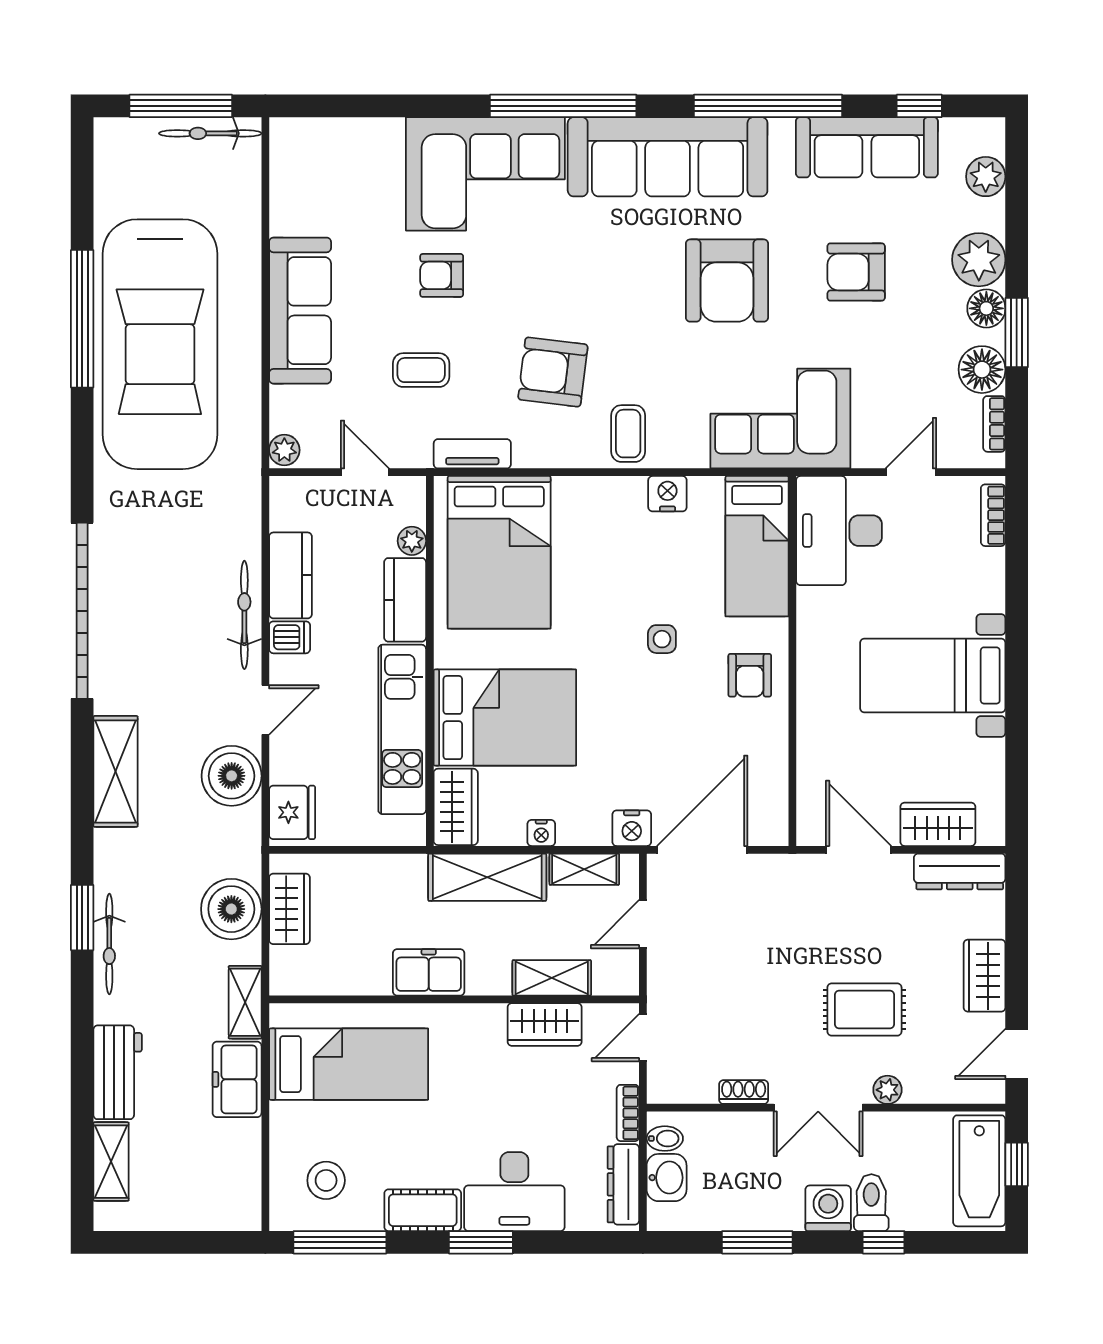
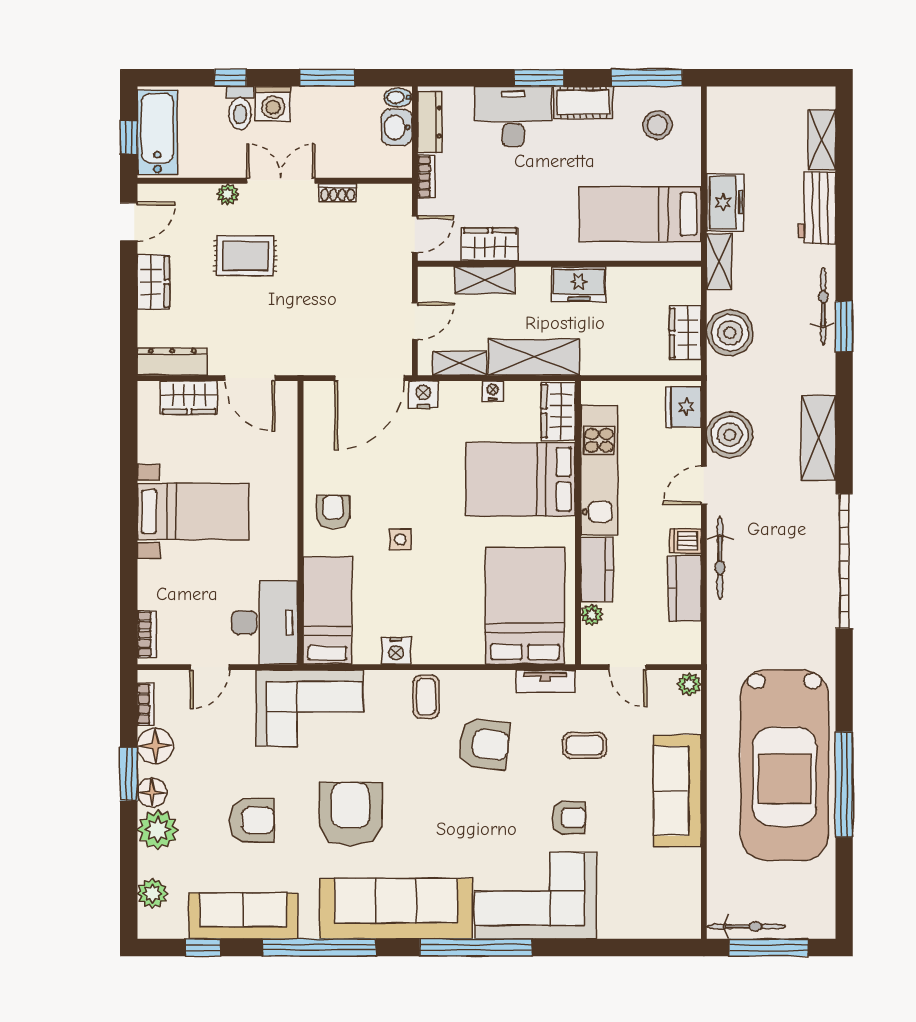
car: (160, 344) -> (784, 765), turned 180
bidet: (665, 1139) -> (398, 97), moved

